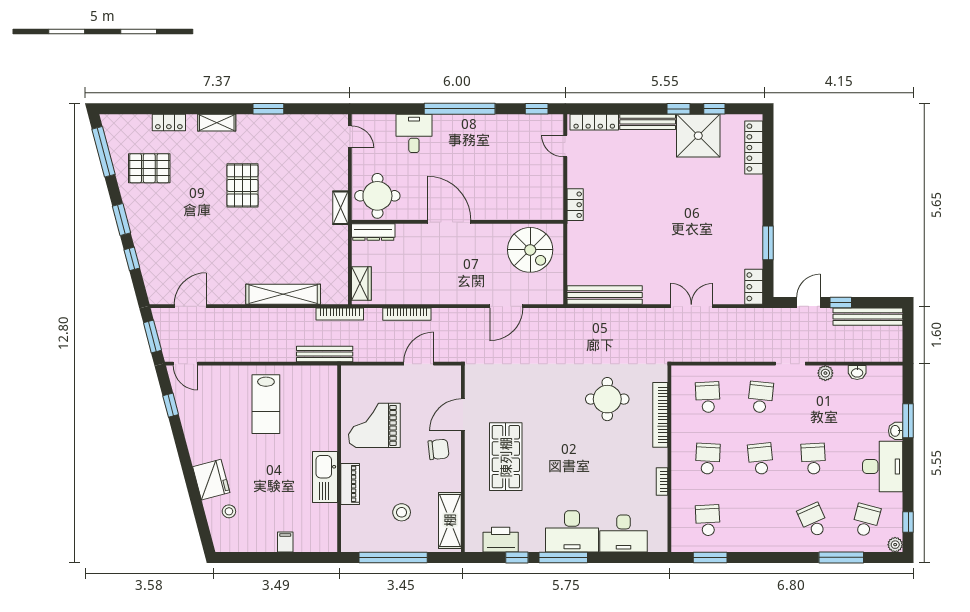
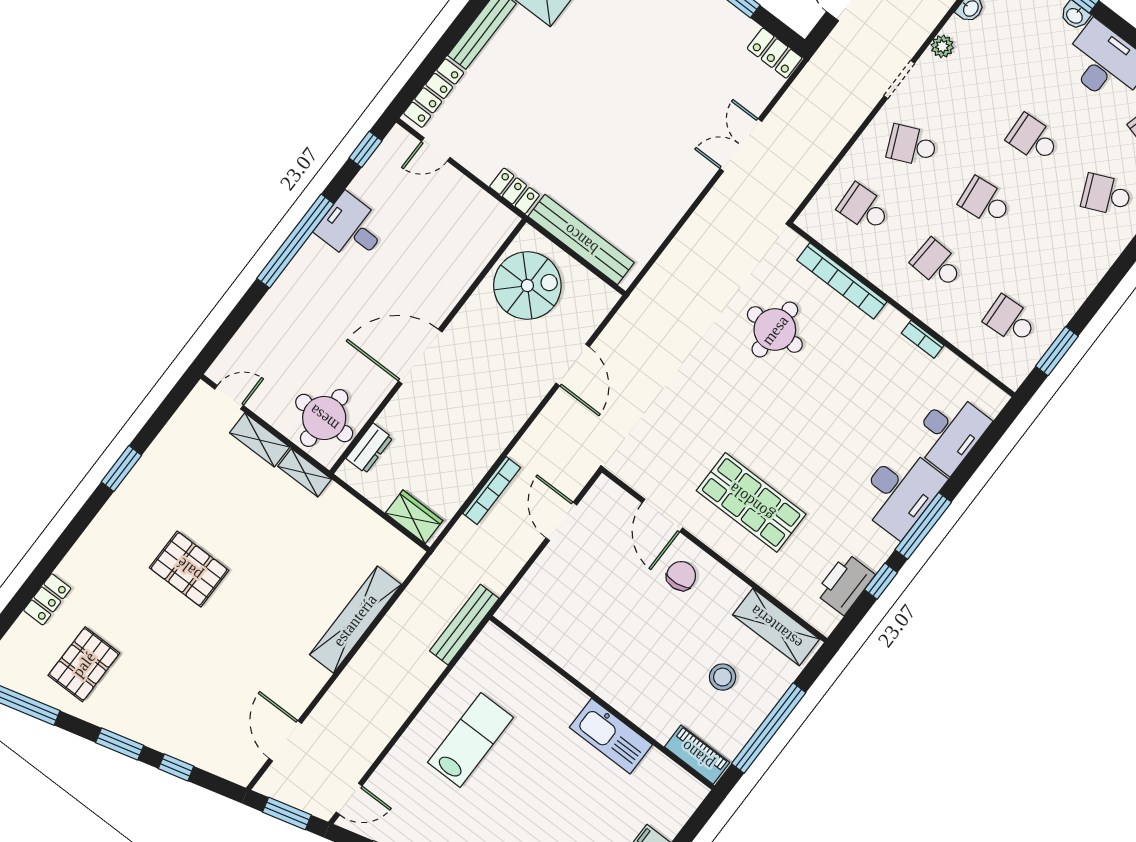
shelving: (217, 123) -> (260, 440), moved, turned 90
desk: (414, 133) -> (352, 228), moved
dresser: (373, 232) -> (369, 448), width x0.70
bench: (605, 295) -> (581, 239), moved, turned 90
bookcase: (340, 314) -> (430, 570), removed
school desk: (761, 397) -> (912, 145), turned -30
lab bench: (266, 404) -> (470, 740), turned -90
grand piano: (374, 425) -> (595, 630), removed
piano: (350, 484) -> (697, 755), moved

